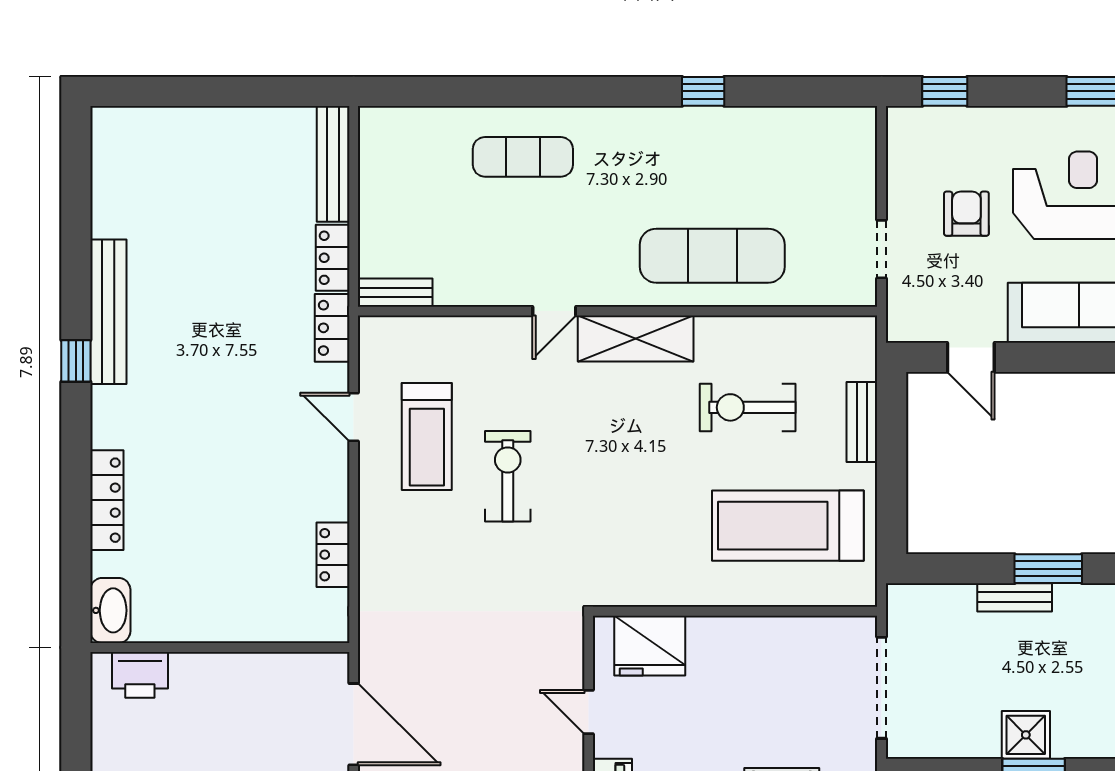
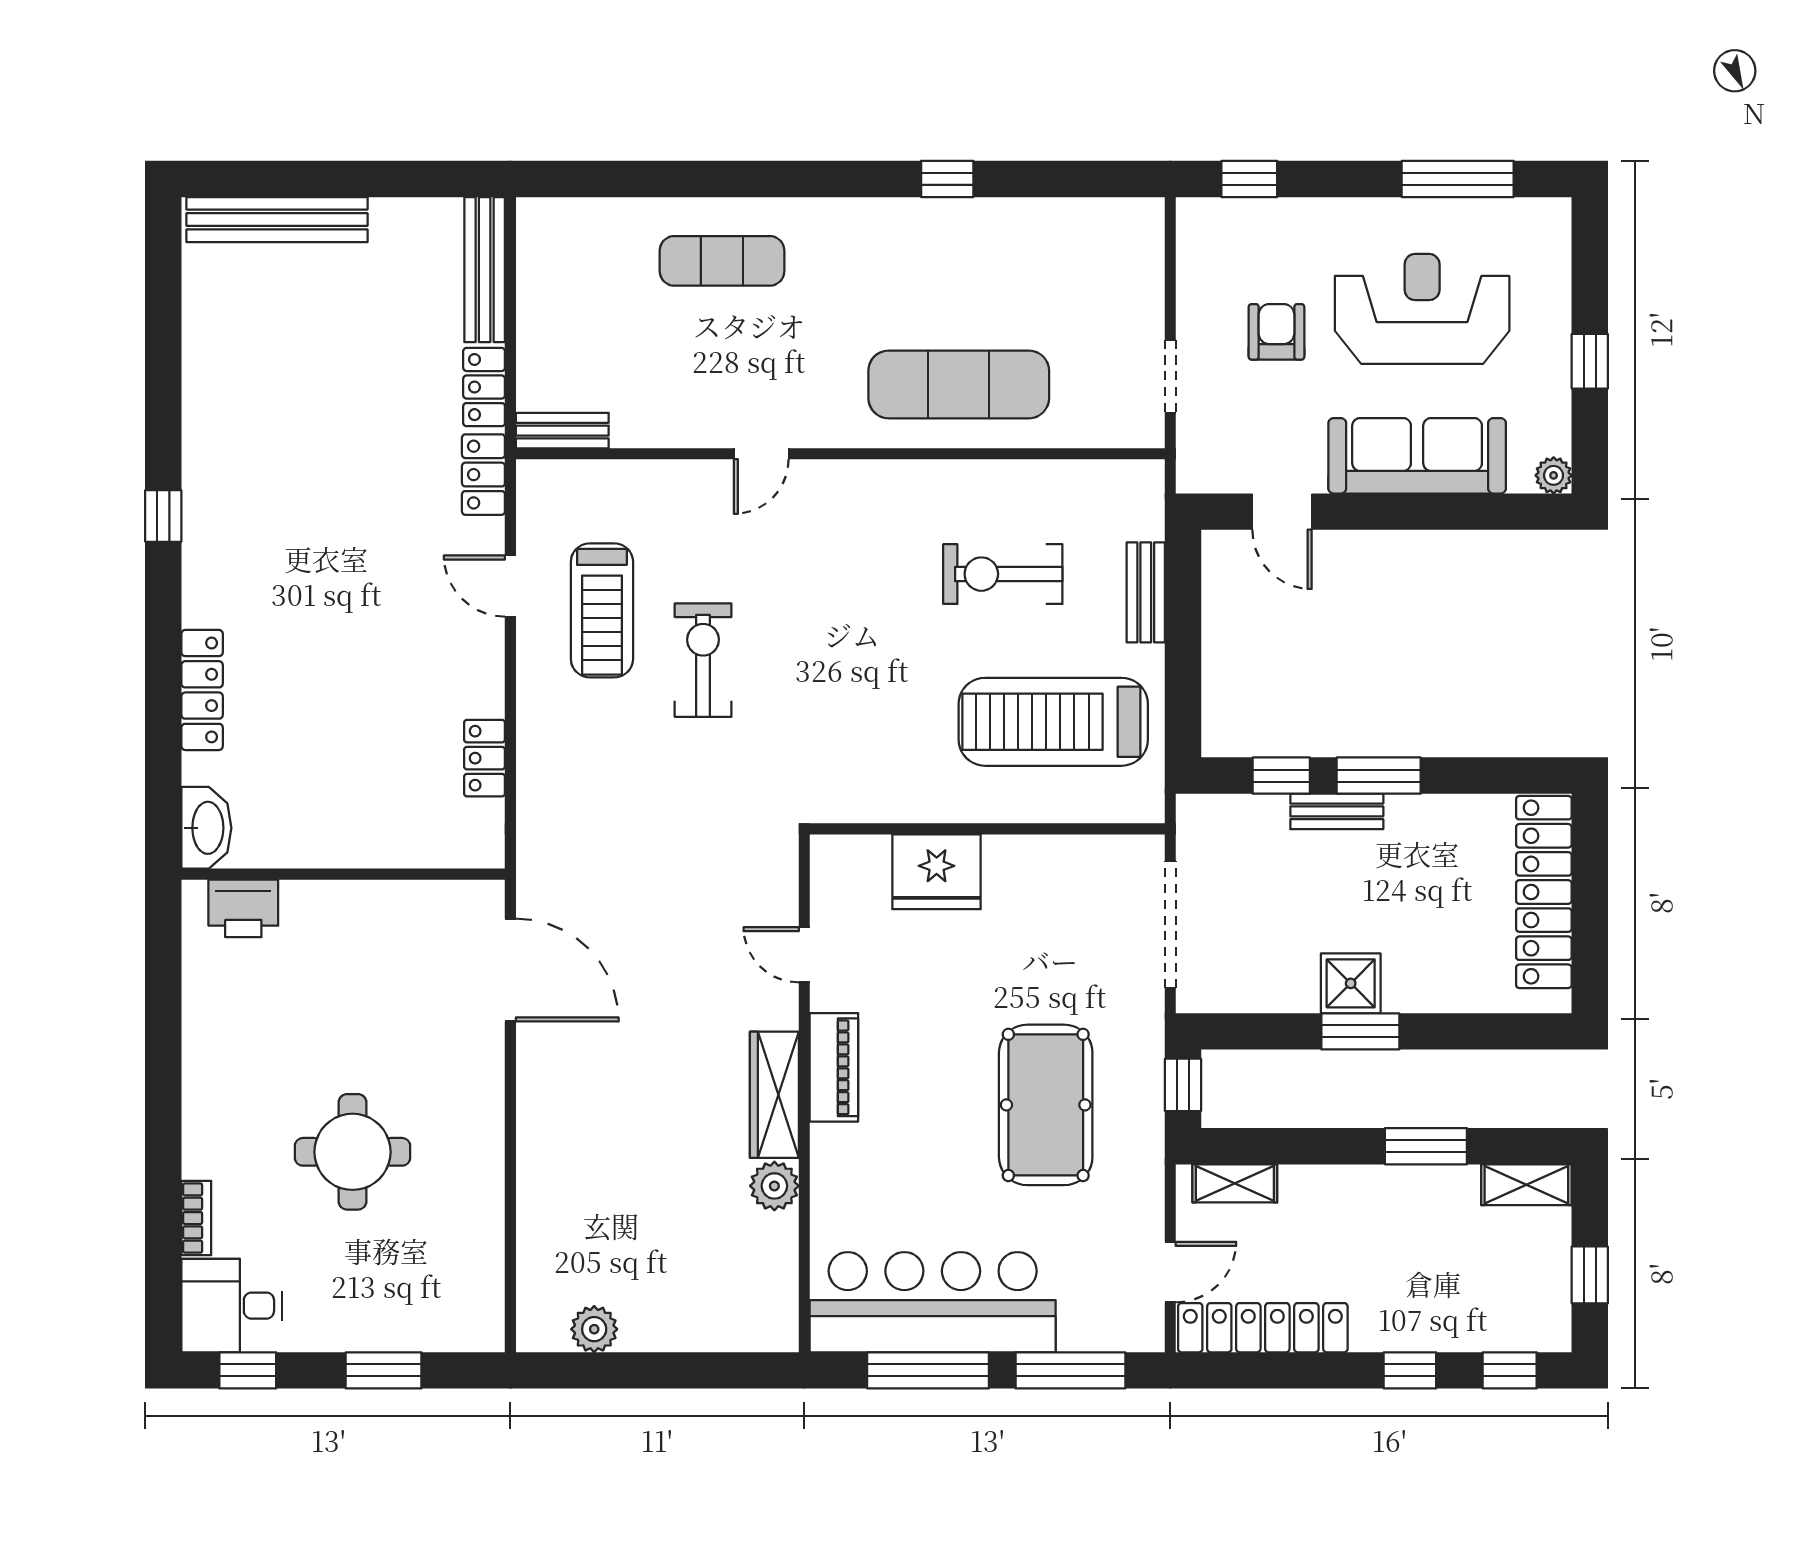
bench: (108, 312) -> (277, 220), moved, turned 90
shelving: (636, 339) -> (863, 488), removed
window: (970, 569) -> (1281, 776), added
fridge: (650, 646) -> (937, 872), moved

